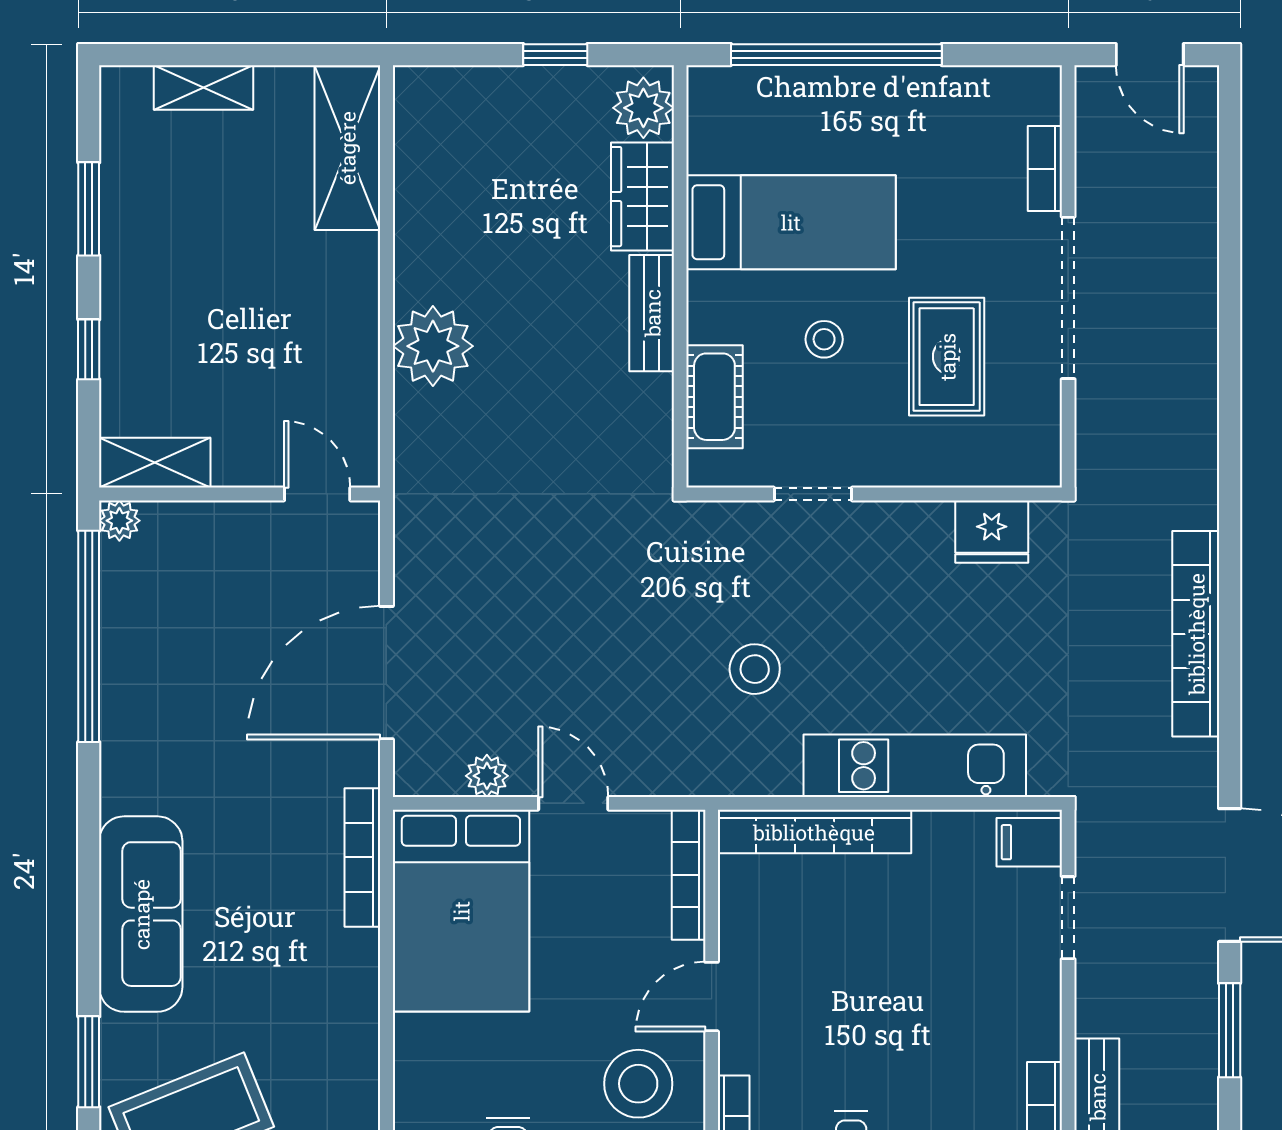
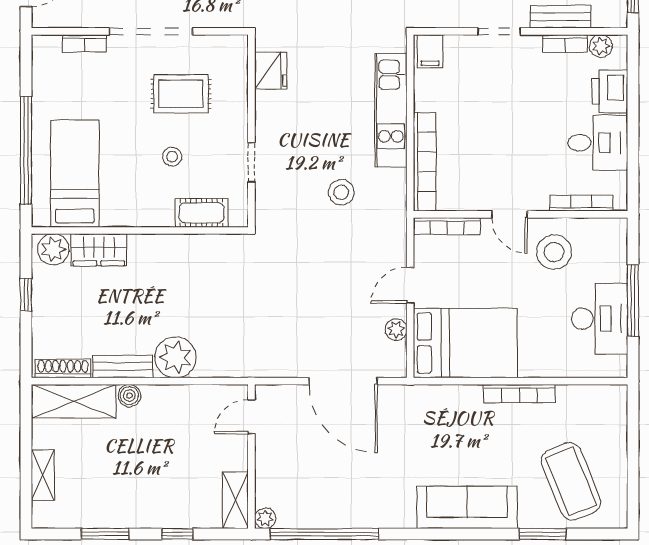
shoe rack: (411, 127) -> (63, 368), added
bed: (791, 222) -> (75, 174), moved
boiler: (358, 256) -> (129, 396), added
bench: (652, 313) -> (123, 367), moved
bookcase: (362, 857) -> (519, 394), moved
doorway: (1068, 918) -> (499, 31), moved

